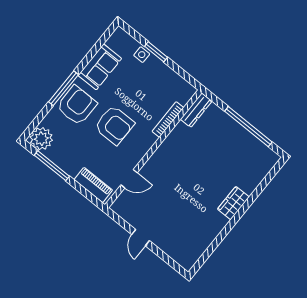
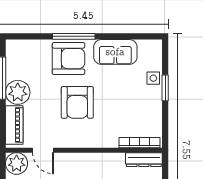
bookcase: (168, 119) -> (140, 143), moved
plant: (41, 139) -> (18, 92), moved
plant: (123, 206) -> (17, 163), added

